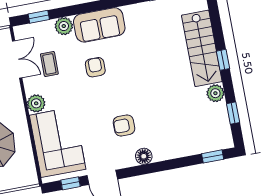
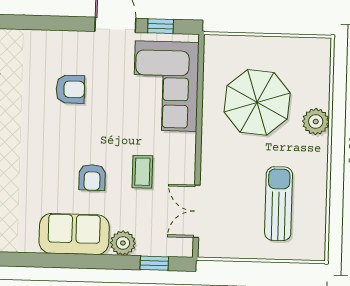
coffee table: (49, 64) -> (142, 172), moved
plant: (36, 103) -> (184, 146), removed
floor lamp: (144, 156) -> (52, 41), removed

